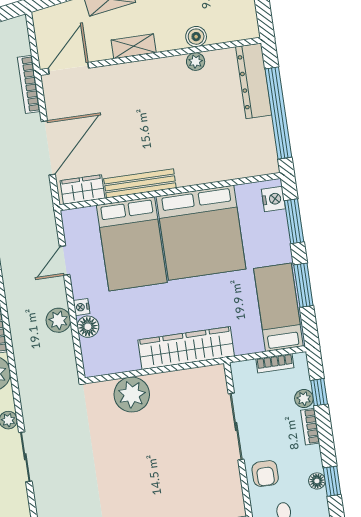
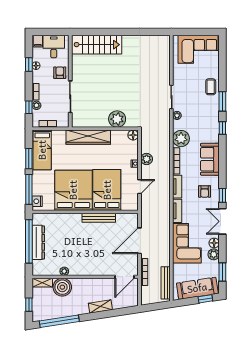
boiler: (196, 37) -> (62, 287), width x1.86, depth x1.86
shelving: (134, 46) -> (42, 283), moved
dresser: (254, 81) -> (38, 242), moved
wardrobe: (82, 189) -> (126, 219), removed
window: (294, 221) -> (29, 189), width x1.44
floor lamp: (88, 327) -> (133, 135), moved

